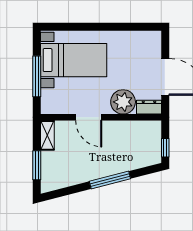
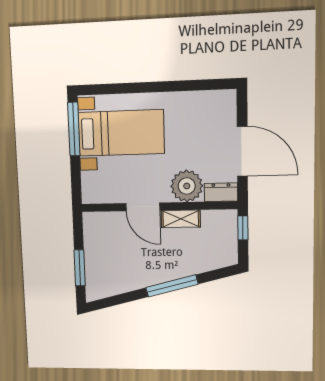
window: (37, 76) -> (74, 129), moved
shelving: (47, 135) -> (181, 219), moved, turned 90
window: (165, 148) -> (243, 228), moved

